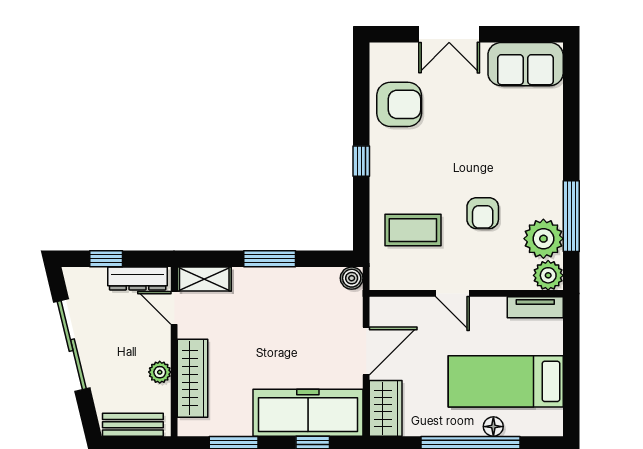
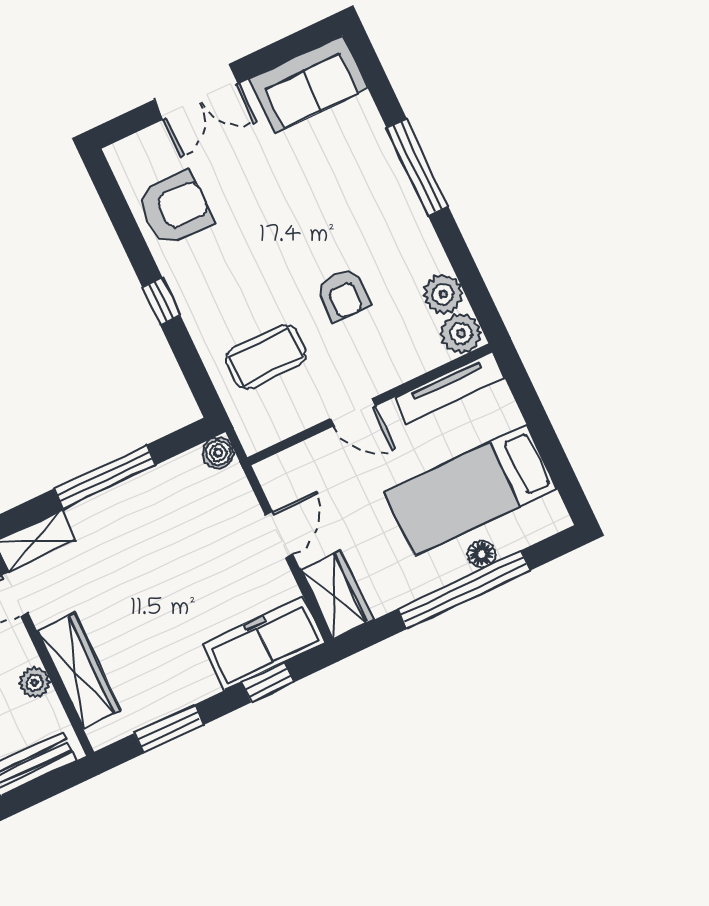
window: (571, 216) -> (417, 167), moved
plant: (543, 239) -> (443, 294), width x0.73, depth x0.73
window: (270, 259) -> (105, 477), width x1.44
tv unit: (535, 307) -> (450, 388), width x1.41
door: (366, 351) -> (279, 535), width x0.73
freezer: (308, 413) -> (264, 643), width x0.73, depth x0.79

